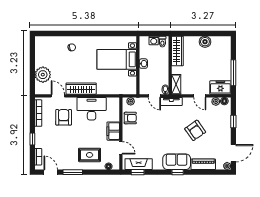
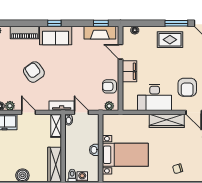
rug: (90, 155) -> (170, 40), moved

